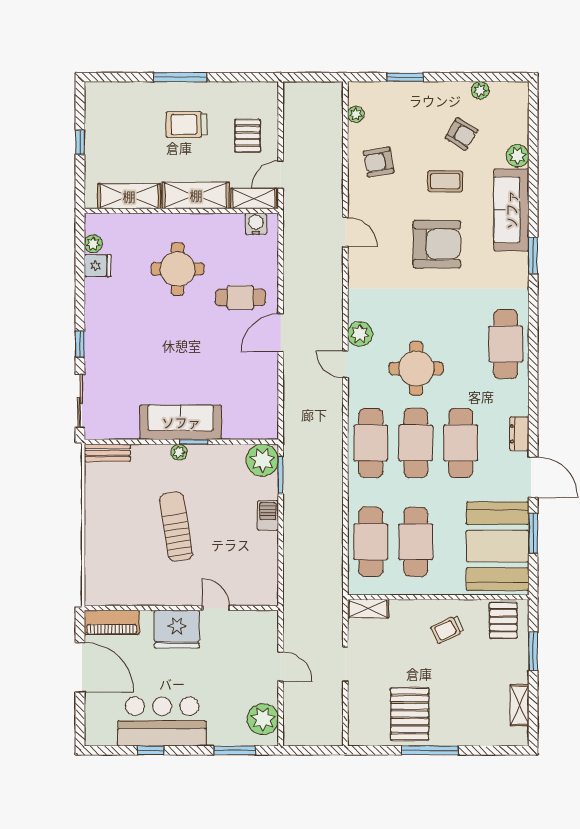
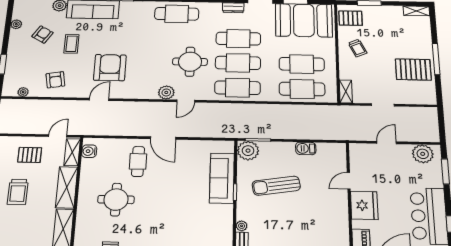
door: (281, 175) -> (58, 136), swing flipped
armchair: (437, 244) -> (110, 68), moved
sofa: (181, 422) -> (222, 178), moved
plant: (179, 452) -> (242, 226), moved
barbecue: (268, 515) -> (306, 148), moved
sun lounger: (176, 527) -> (276, 186), moved
shelving: (520, 705) -> (416, 11), moved

